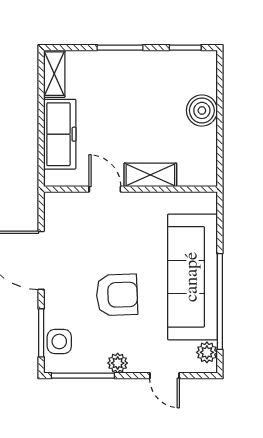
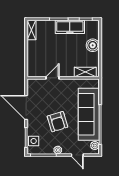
freezer: (60, 134) -> (70, 27), moved, turned 90
shelving: (150, 175) -> (85, 72), moved
door: (105, 189) -> (52, 78), hinge flipped
armchair: (117, 295) -> (57, 122), turned 75

